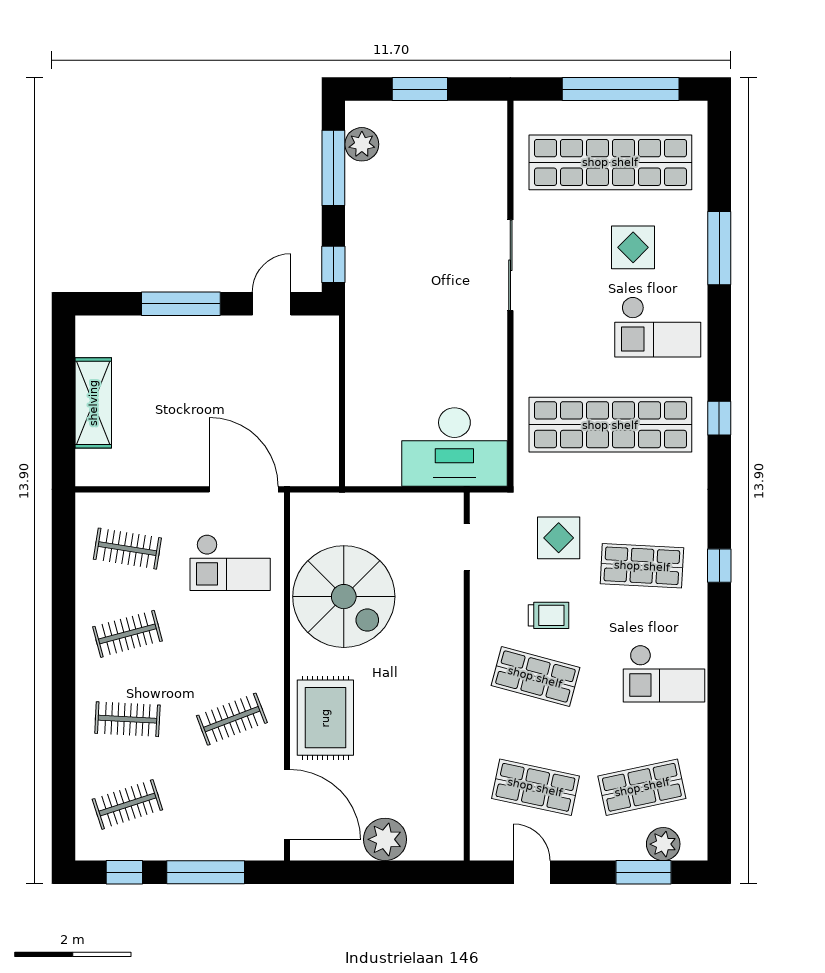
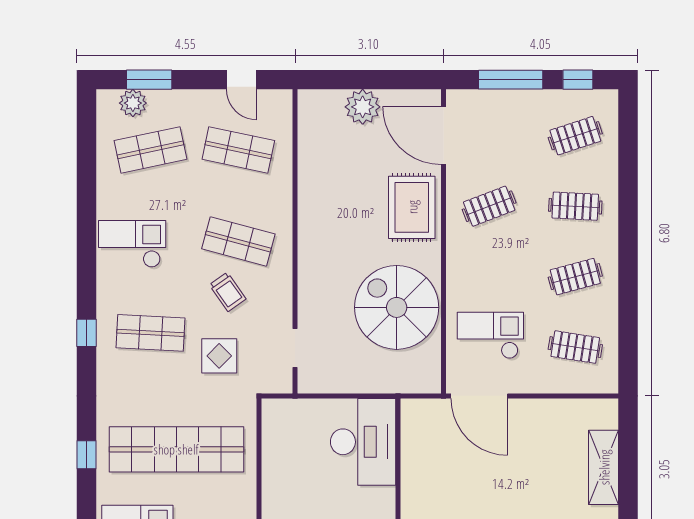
desk: (454, 447) -> (363, 442), moved, turned 90
trolley: (548, 615) -> (228, 292), turned -125

